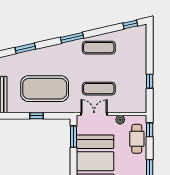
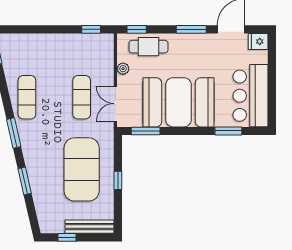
window: (25, 48) -> (25, 181), moved
window: (150, 81) -> (91, 29), moved

